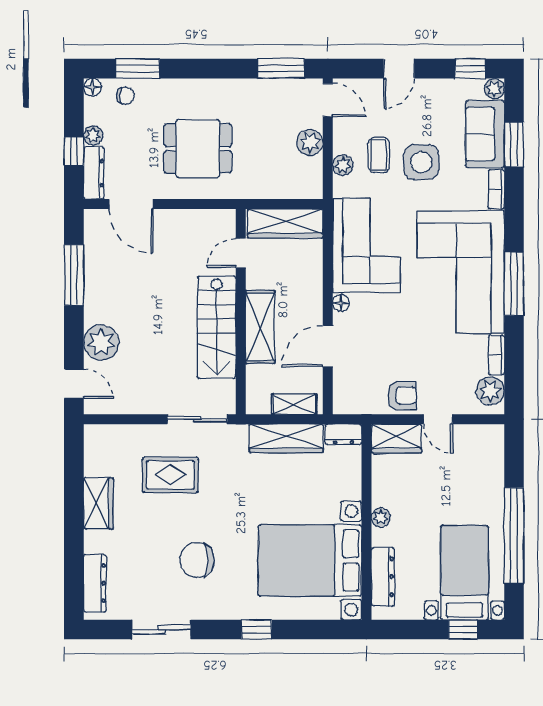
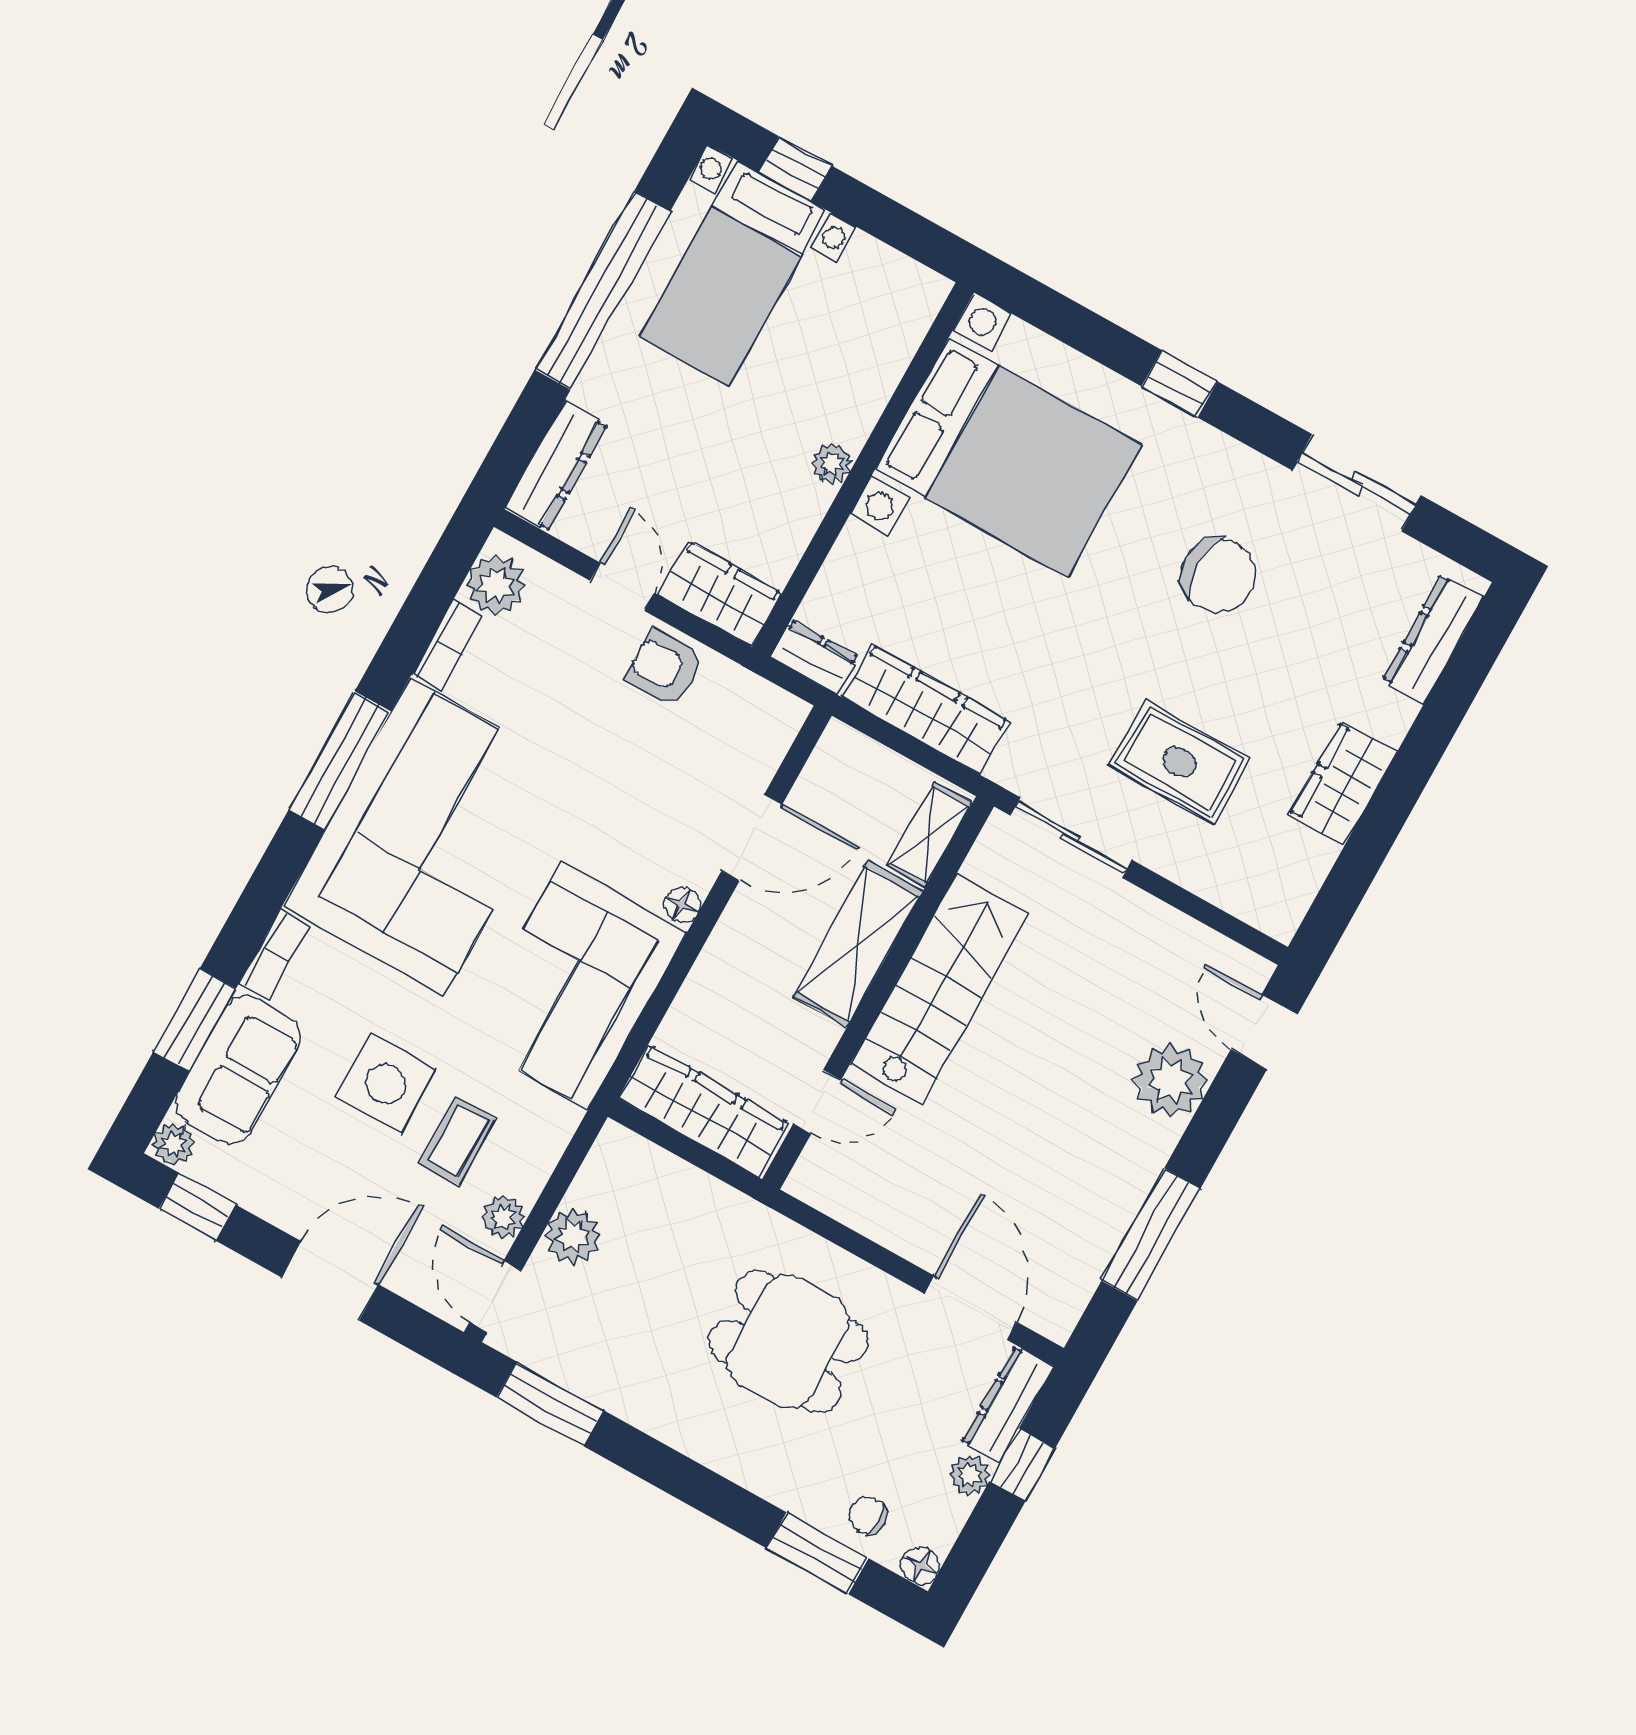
door: (399, 69) -> (330, 1281), width x1.38
plant: (343, 165) -> (503, 1217), moved
shelving: (294, 404) -> (930, 835), moved, turned 90
dresser: (383, 577) -> (556, 466), moved, turned 180

